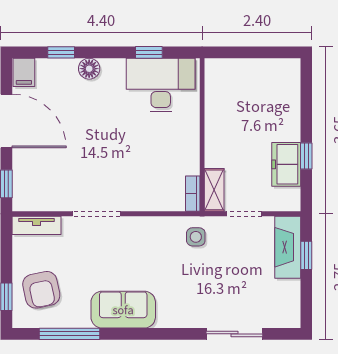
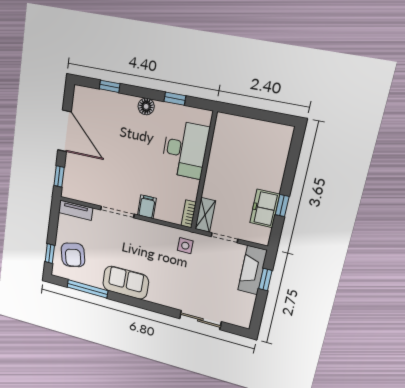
floor lamp: (89, 69) -> (146, 106), moved
filing cabinet: (24, 72) -> (147, 207), moved, turned 180
desk: (161, 85) -> (185, 149), moved, turned 90

